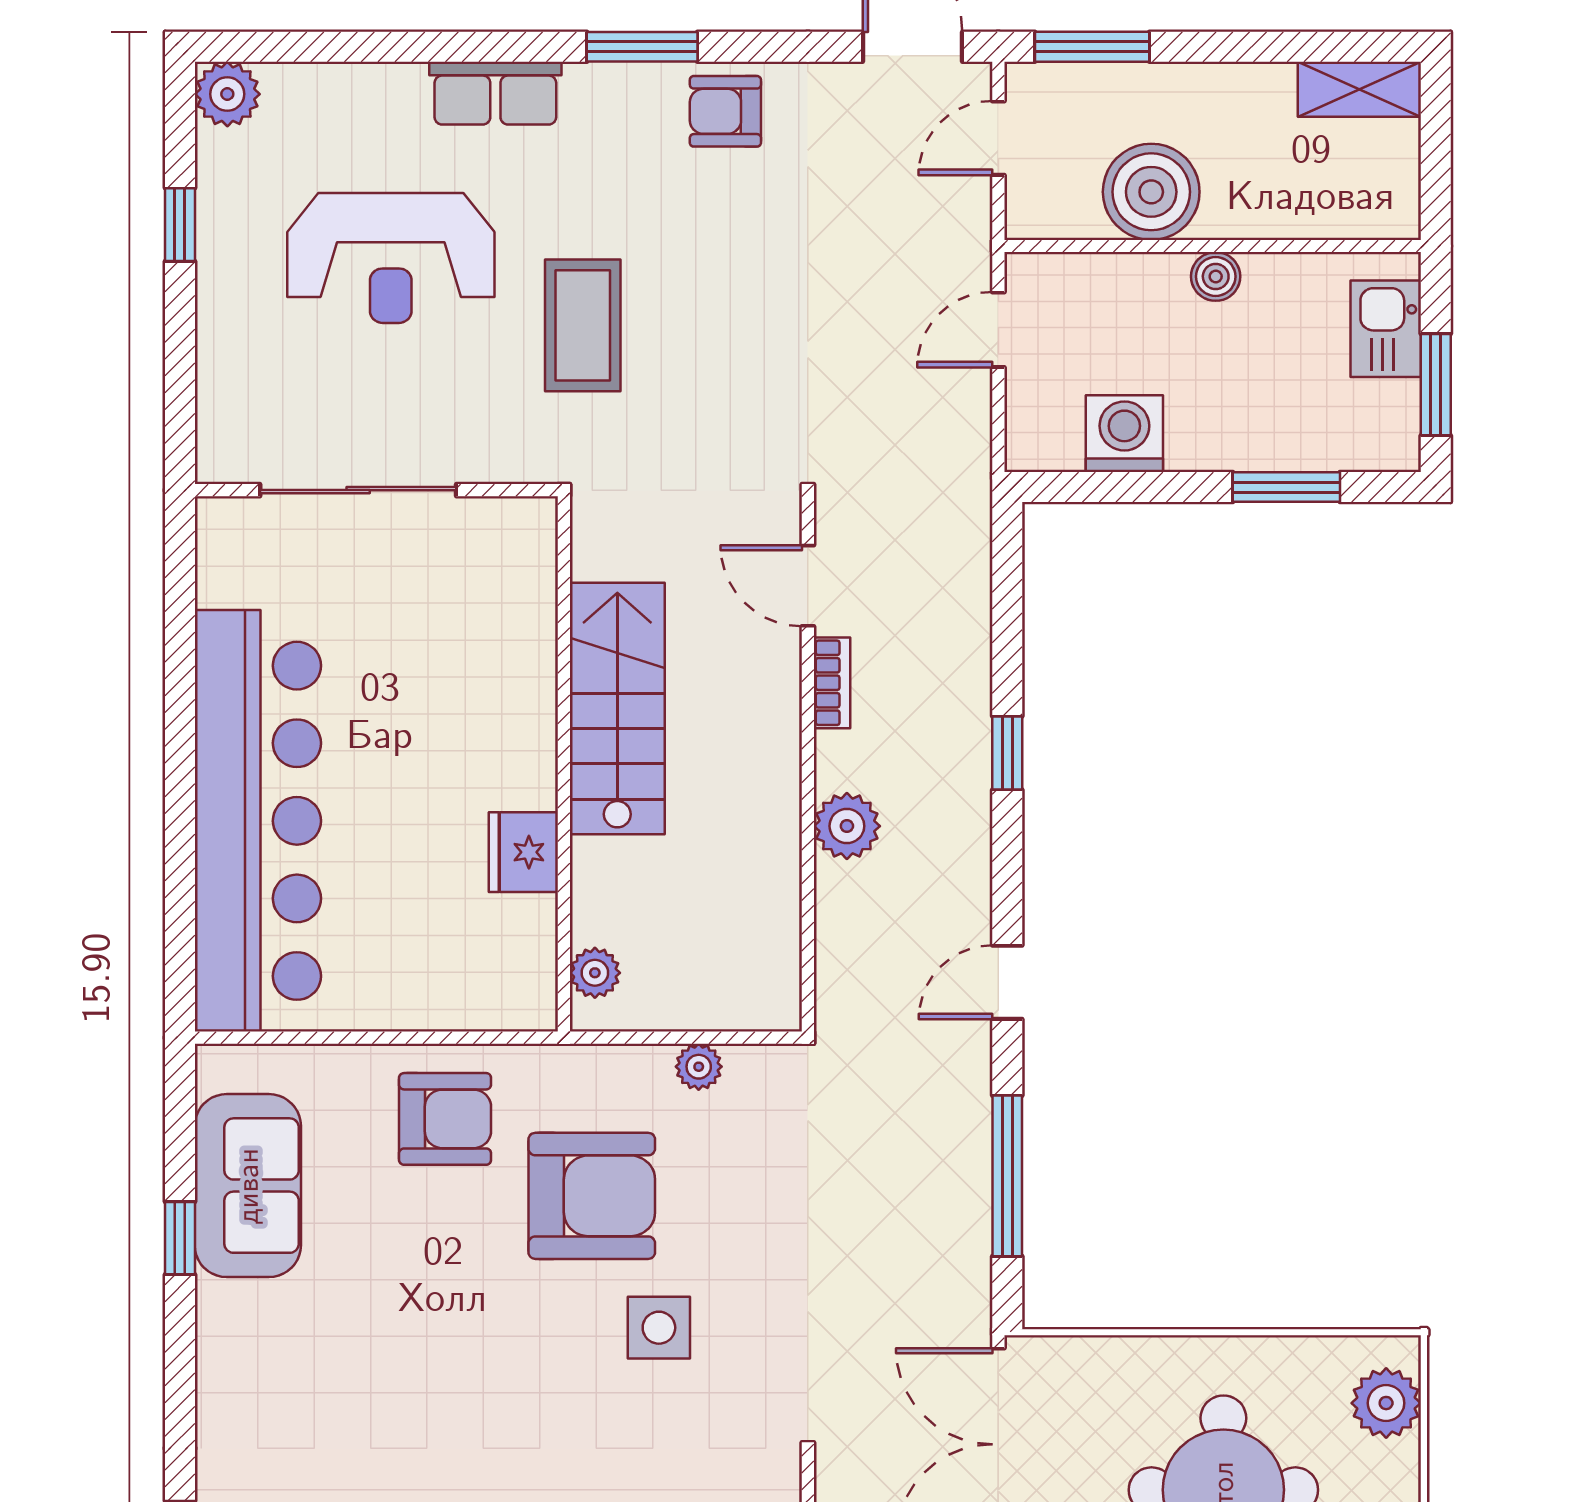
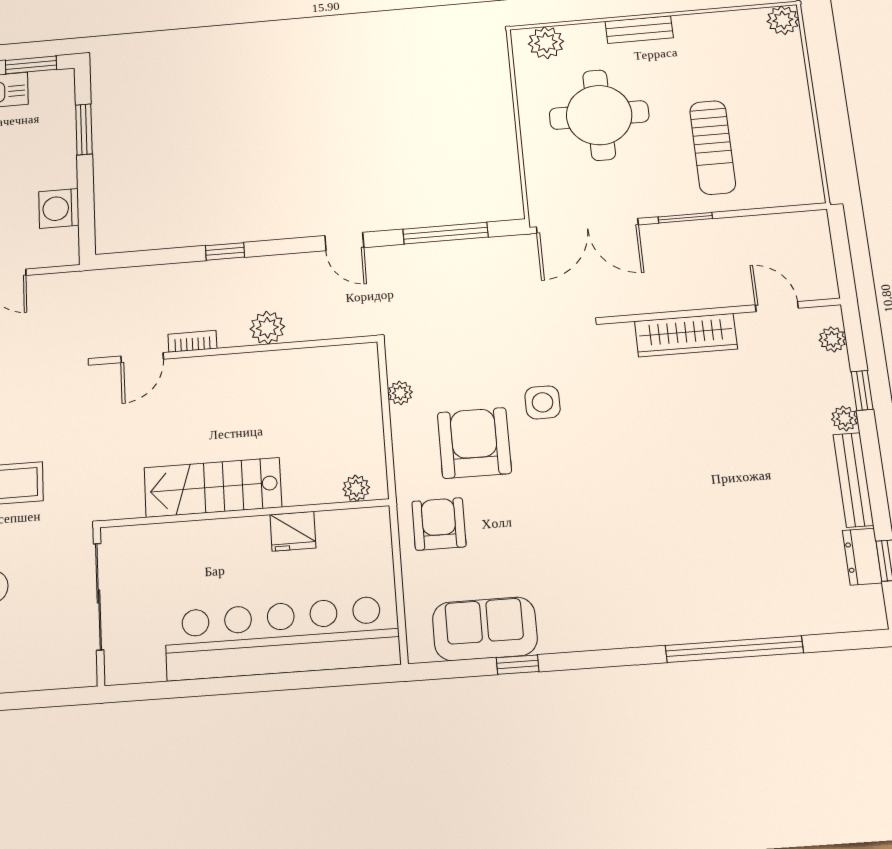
stairs: (617, 708) -> (213, 487), moved
wall: (564, 764) -> (244, 513), moved
fridge: (523, 852) -> (293, 531), moved
plant: (595, 973) -> (356, 488), moved

